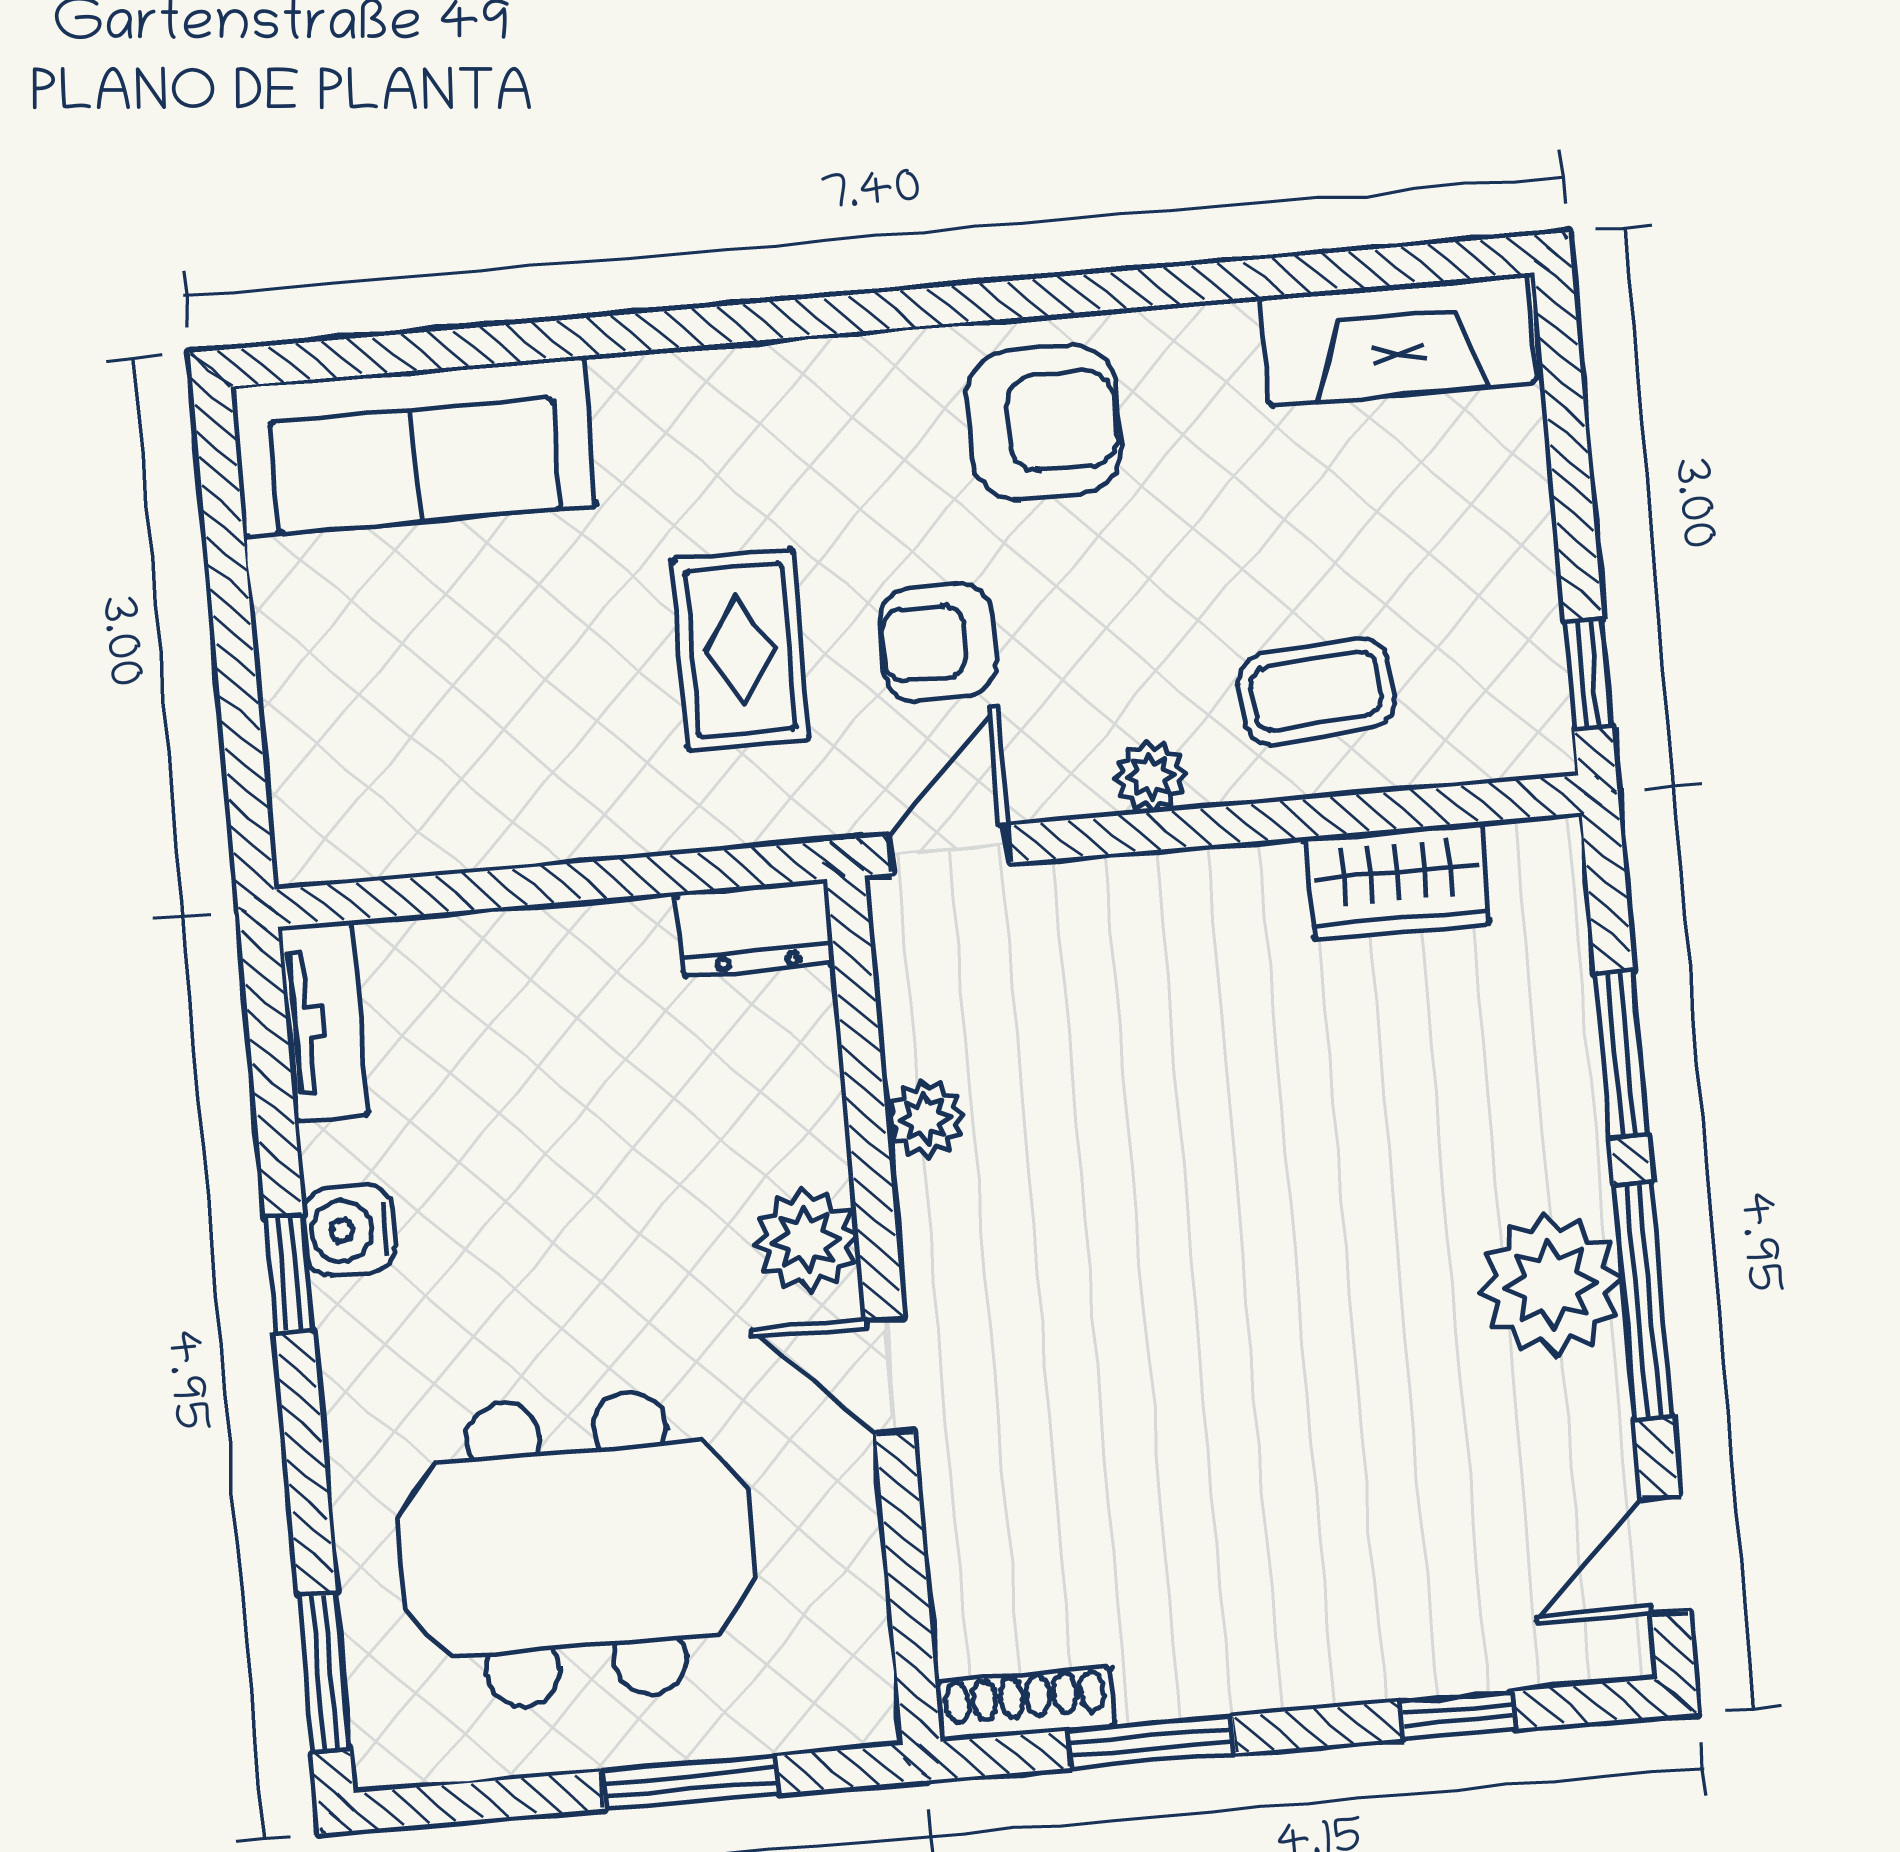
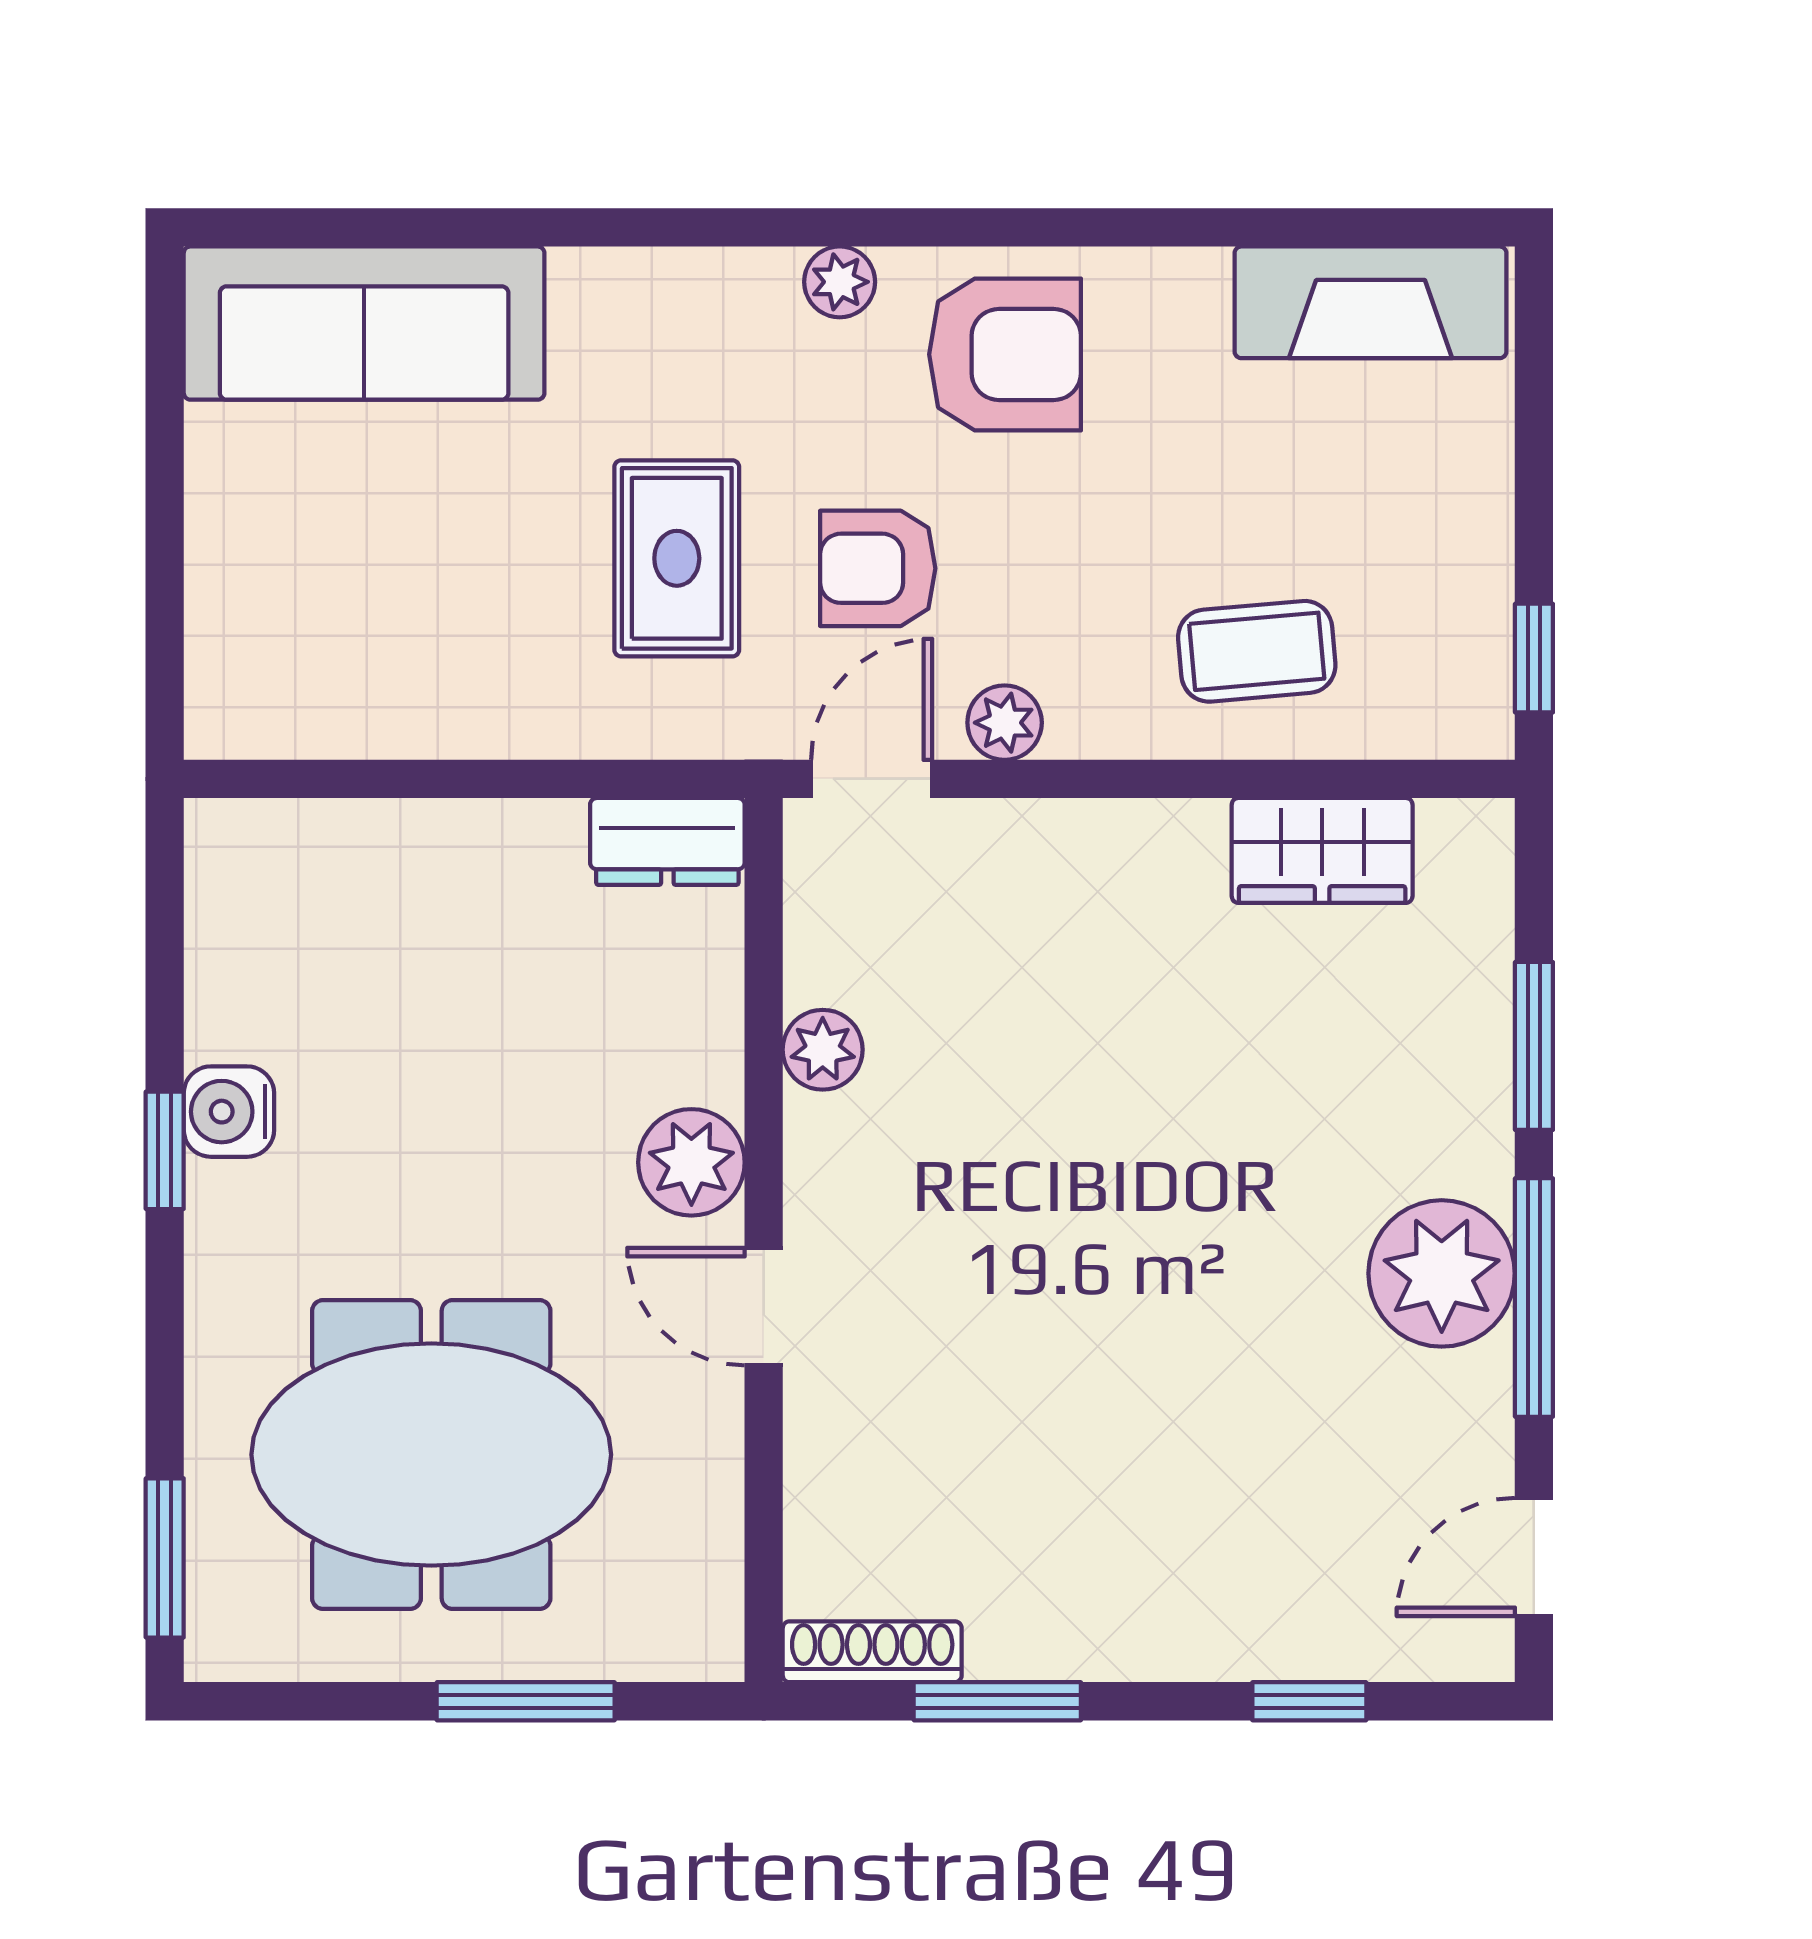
plant: (876, 365) -> (840, 282), added
plant: (1150, 776) -> (1005, 723), moved
tv unit: (323, 1021) -> (222, 897), removed

